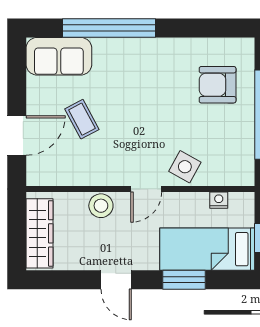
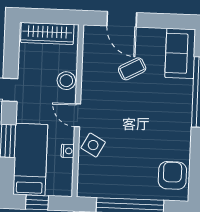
armchair: (218, 85) -> (172, 175), moved
nightstand: (219, 200) -> (68, 151), moved

